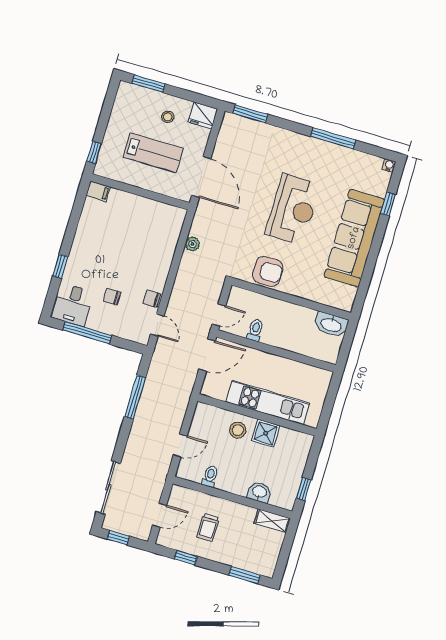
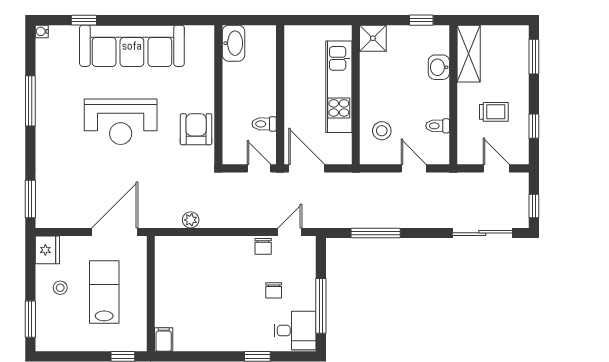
reception desk: (293, 209) -> (121, 122), turned 180
stool: (238, 430) -> (382, 131), moved
shower: (266, 433) -> (373, 38), moved
shelving: (272, 521) -> (469, 54), width x1.50, depth x1.33

